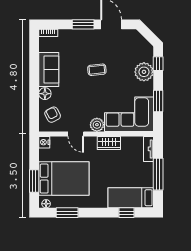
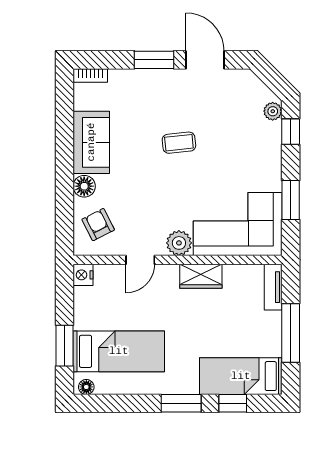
plant: (144, 72) -> (273, 111), moved, width x0.53, depth x0.53
door: (76, 134) -> (140, 260), hinge flipped
bed: (64, 179) -> (119, 351), width x0.67
window: (67, 213) -> (181, 403), moved

